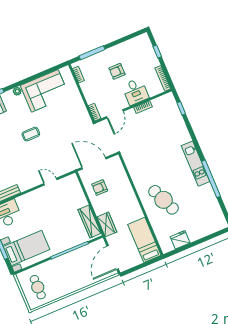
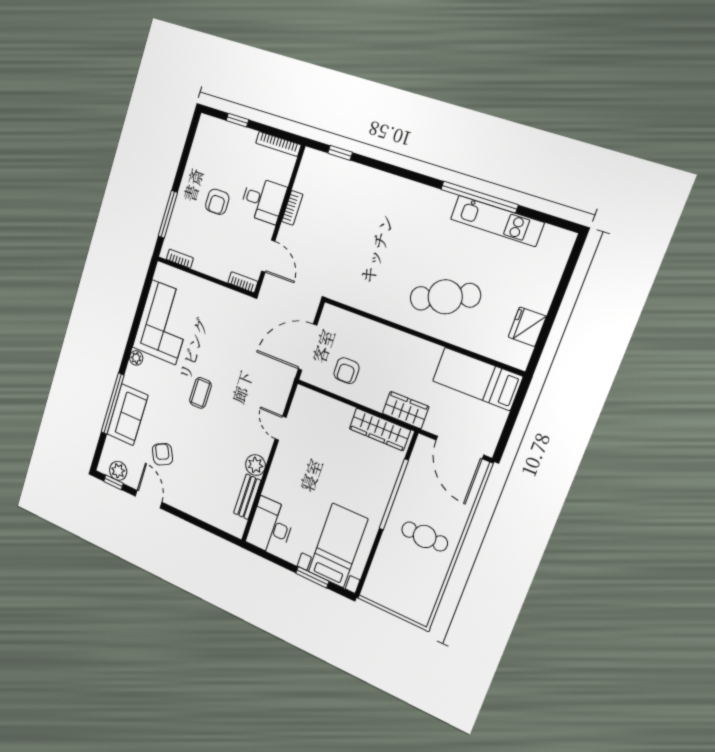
kitchen unit: (196, 164) -> (497, 221), moved
door: (50, 182) -> (281, 428), hinge flipped
plant: (24, 185) -> (255, 465), added
cafe table: (38, 287) -> (425, 536), moved

